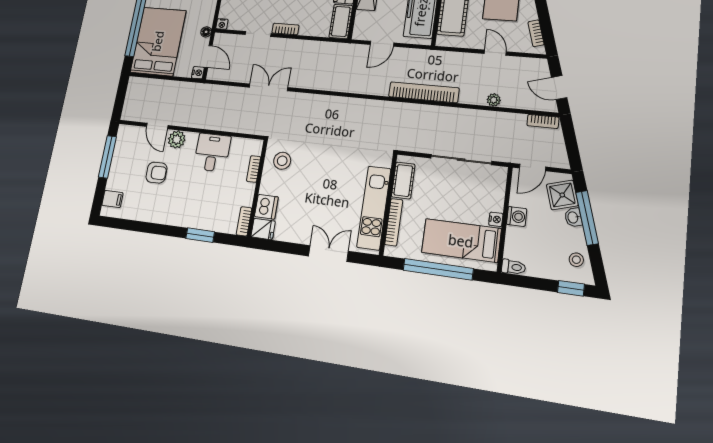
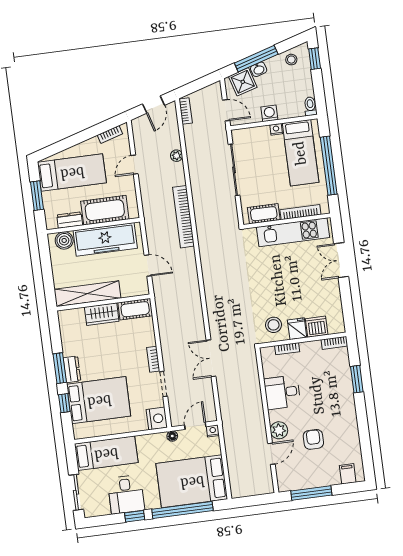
nightstand: (222, 24) -> (157, 418), width x1.89, depth x1.79
fridge: (263, 229) -> (297, 329), moved

